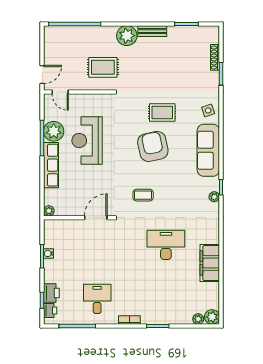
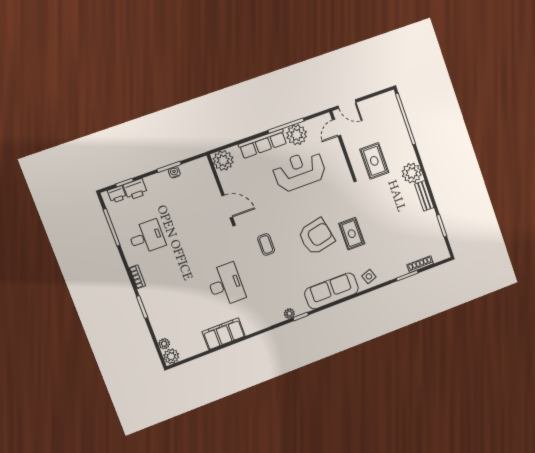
plant: (49, 211) -> (223, 161), width x1.88, depth x1.88

